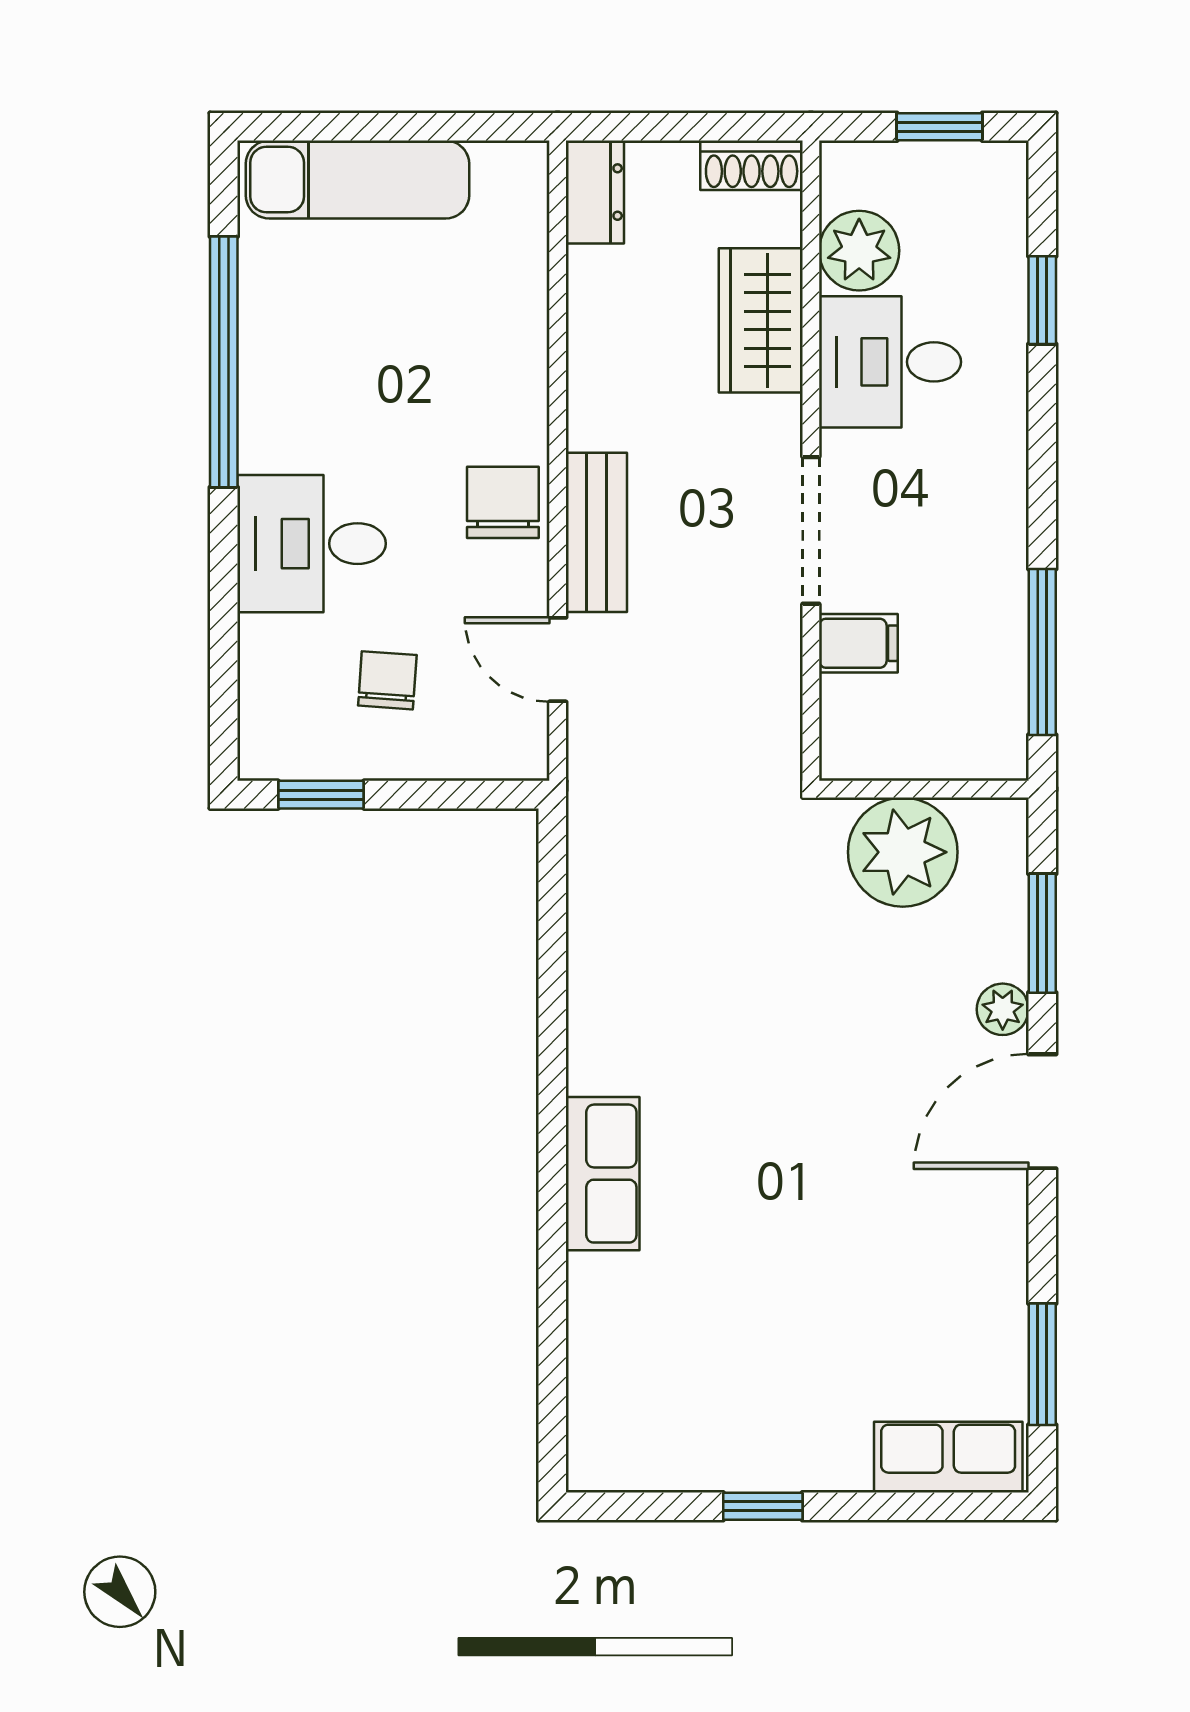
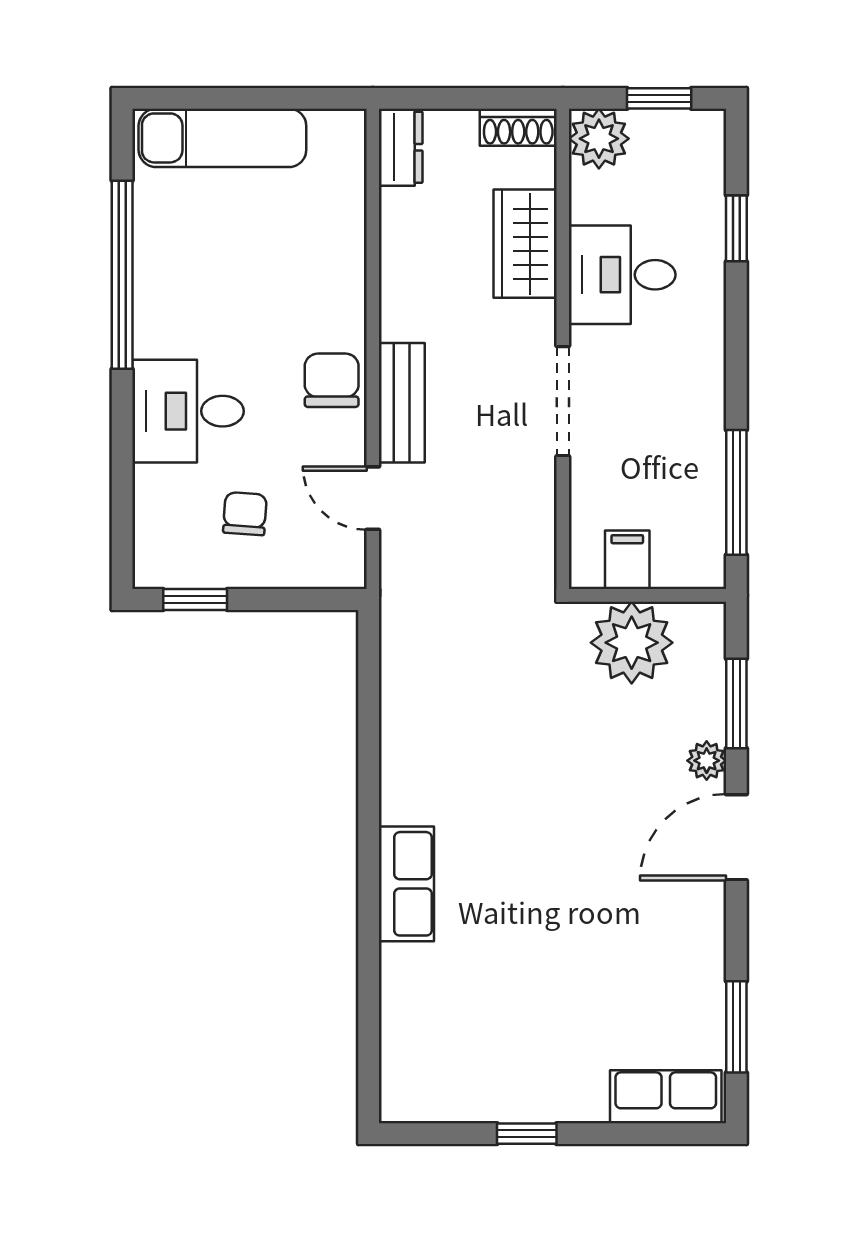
plant: (859, 251) -> (599, 139), moved
filing cabinet: (858, 643) -> (627, 560), moved, turned -90

